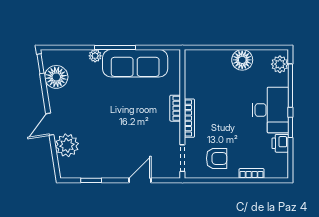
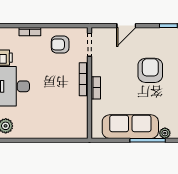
floor lamp: (242, 60) -> (38, 130), removed
armchair: (112, 128) -> (150, 70), added

